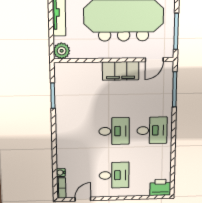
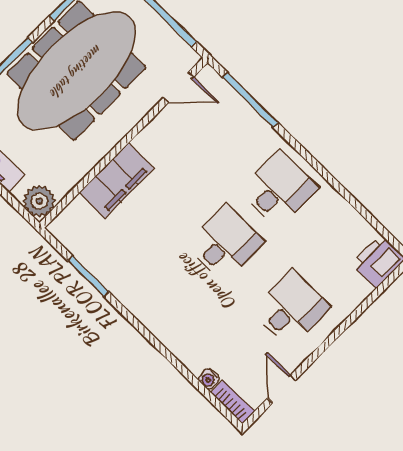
door: (154, 60) -> (178, 87), hinge flipped
filing cabinet: (121, 71) -> (117, 180), moved

